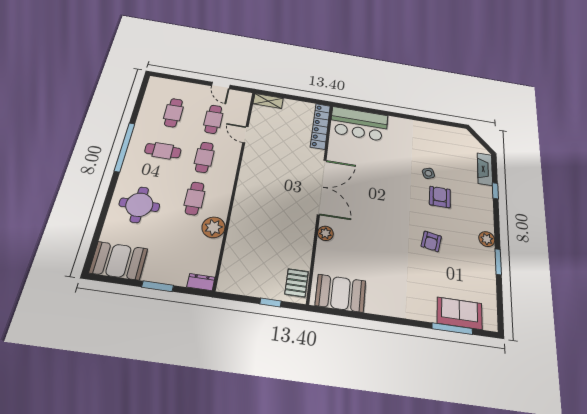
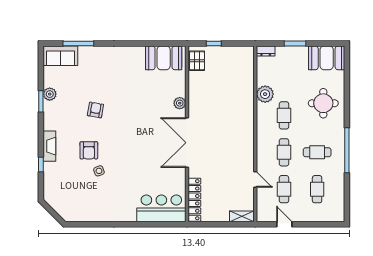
fireplace: (485, 169) -> (49, 146), moved
plant: (487, 239) -> (50, 94), moved
sofa: (460, 313) -> (60, 56), moved

